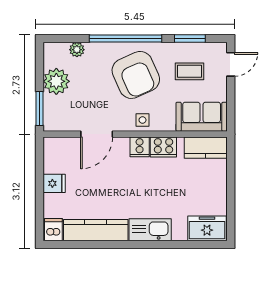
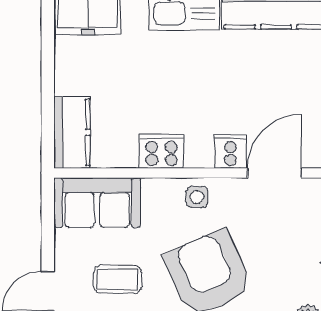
cooker: (140, 147) -> (230, 152), moved
kitchen counter: (206, 148) -> (72, 132), moved, turned 90

